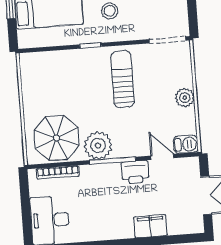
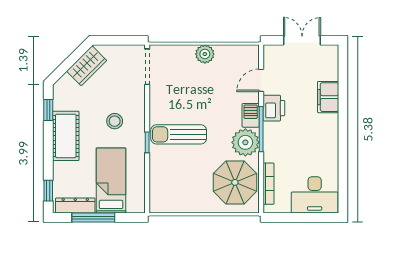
sun lounger: (123, 79) -> (179, 134), moved
barbecue: (186, 144) -> (251, 115), moved

